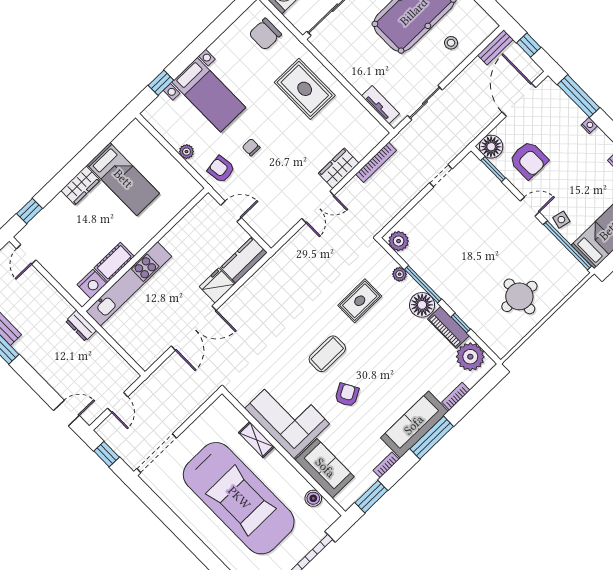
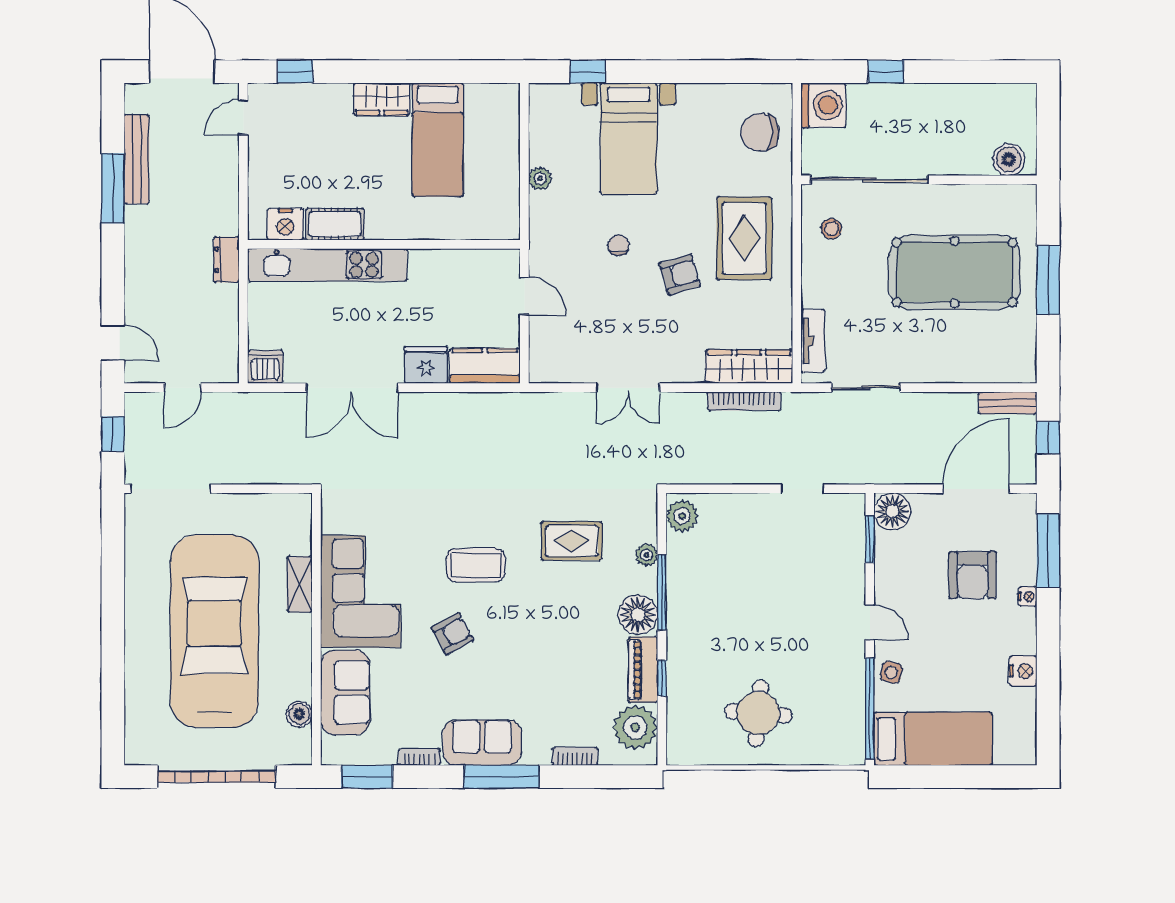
stool: (451, 43) -> (831, 229), moved
armchair: (529, 160) -> (973, 575), moved
wardrobe: (339, 168) -> (749, 367), moved, width x1.50
armchair: (221, 169) -> (680, 275), moved, turned 82
dishwasher: (146, 357) -> (265, 367), added
sofa: (414, 425) -> (482, 743), width x0.73
car: (239, 498) -> (214, 631), turned 180

